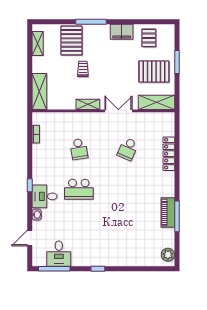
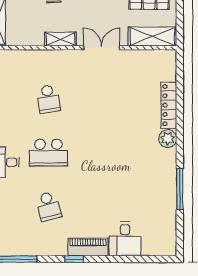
school desk: (128, 149) -> (48, 206), moved, turned -39
piano: (168, 213) -> (88, 247), moved, turned 90
desk: (59, 254) -> (125, 239), moved
plant: (168, 255) -> (168, 139), moved

